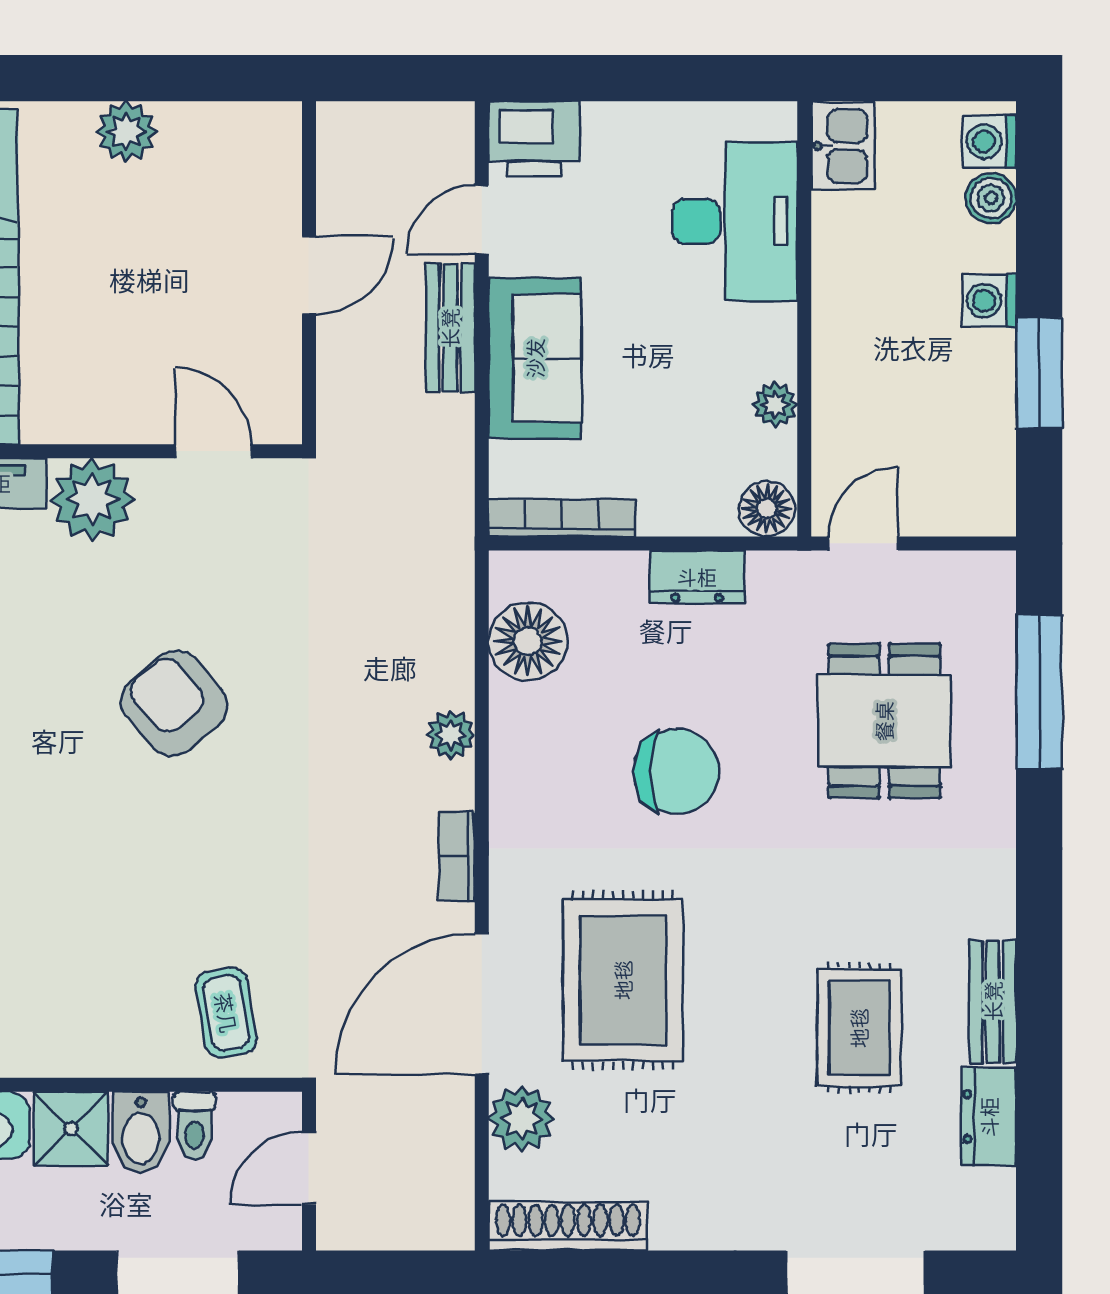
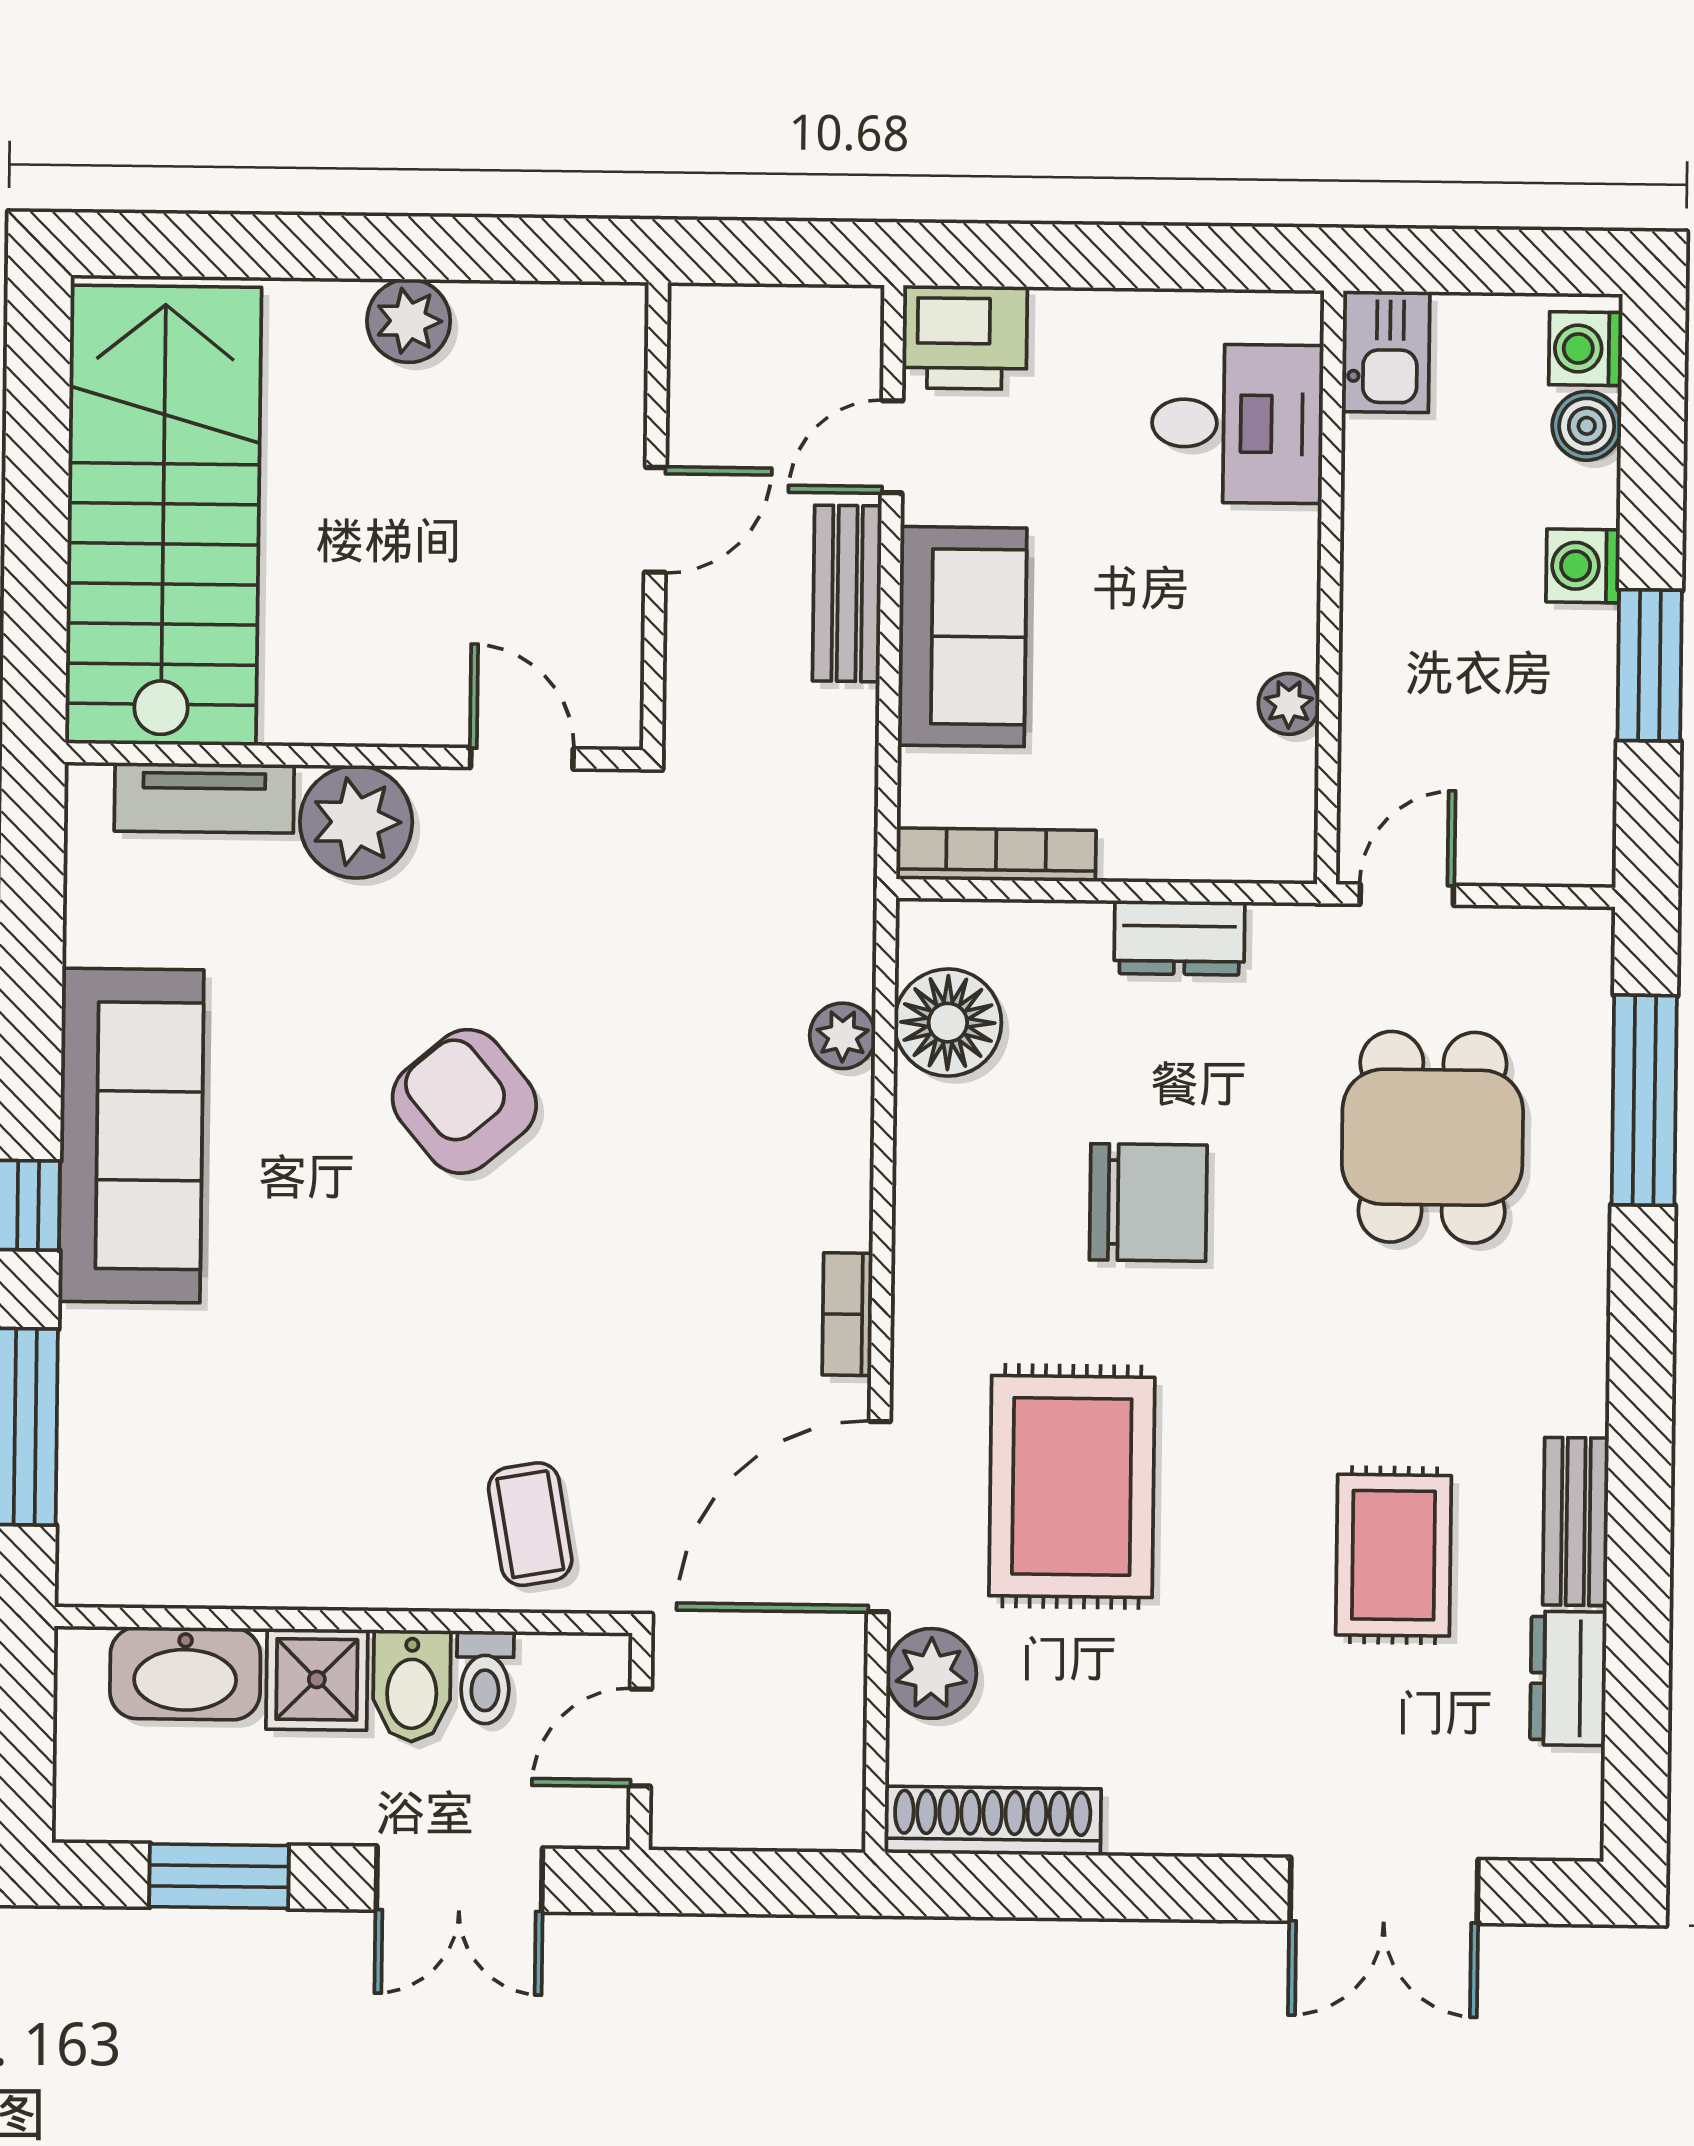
desk: (735, 221) -> (1237, 424), width x0.73
floor lamp: (767, 509) -> (1276, 846), removed
plant: (451, 735) -> (843, 1036), moved

